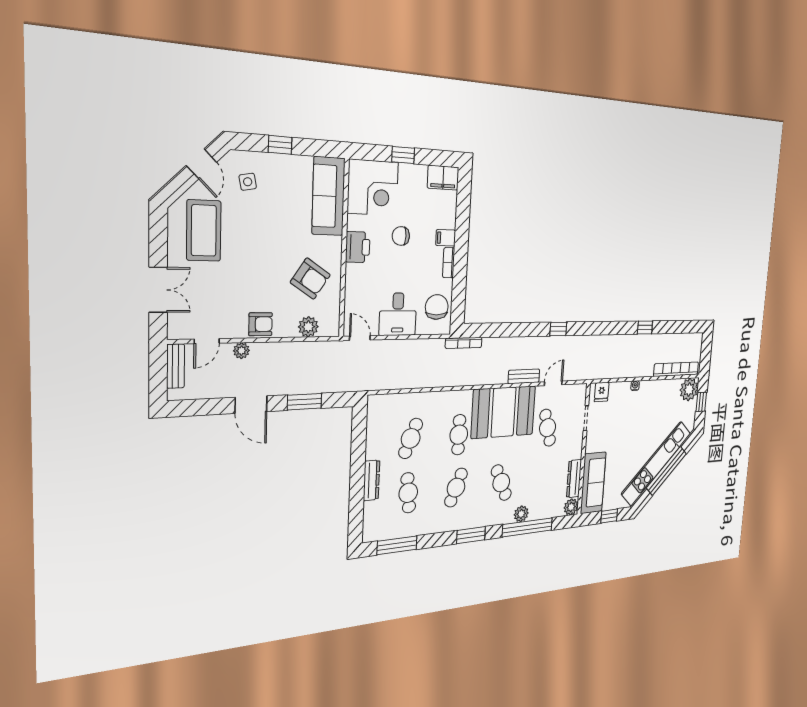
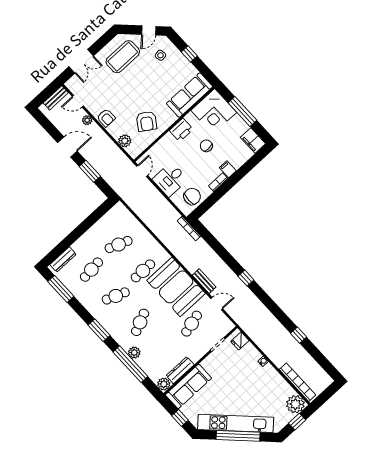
window: (403, 155) -> (242, 111), width x2.17
door: (251, 405) -> (67, 147), swing flipped
dresser: (371, 480) -> (63, 259), moved

